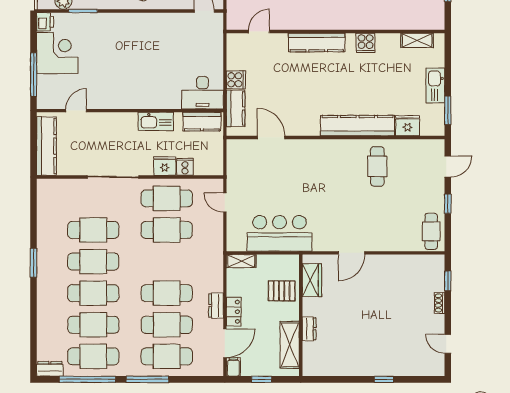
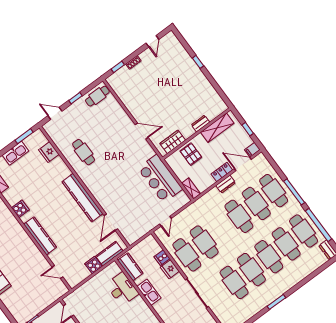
desk: (203, 93) -> (122, 289), moved
kitchen counter: (358, 126) -> (82, 198), moved
cafe table: (377, 166) -> (84, 152), turned 90

